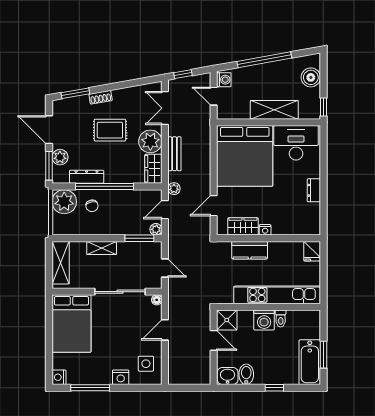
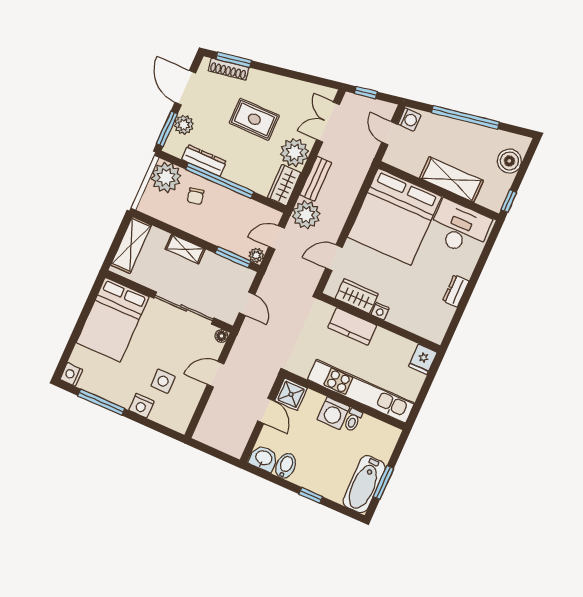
shoe rack: (101, 97) -> (228, 69), moved, width x1.43
plant: (174, 189) -> (306, 215), width x1.88, depth x1.88
side table: (146, 364) -> (163, 381), moved

